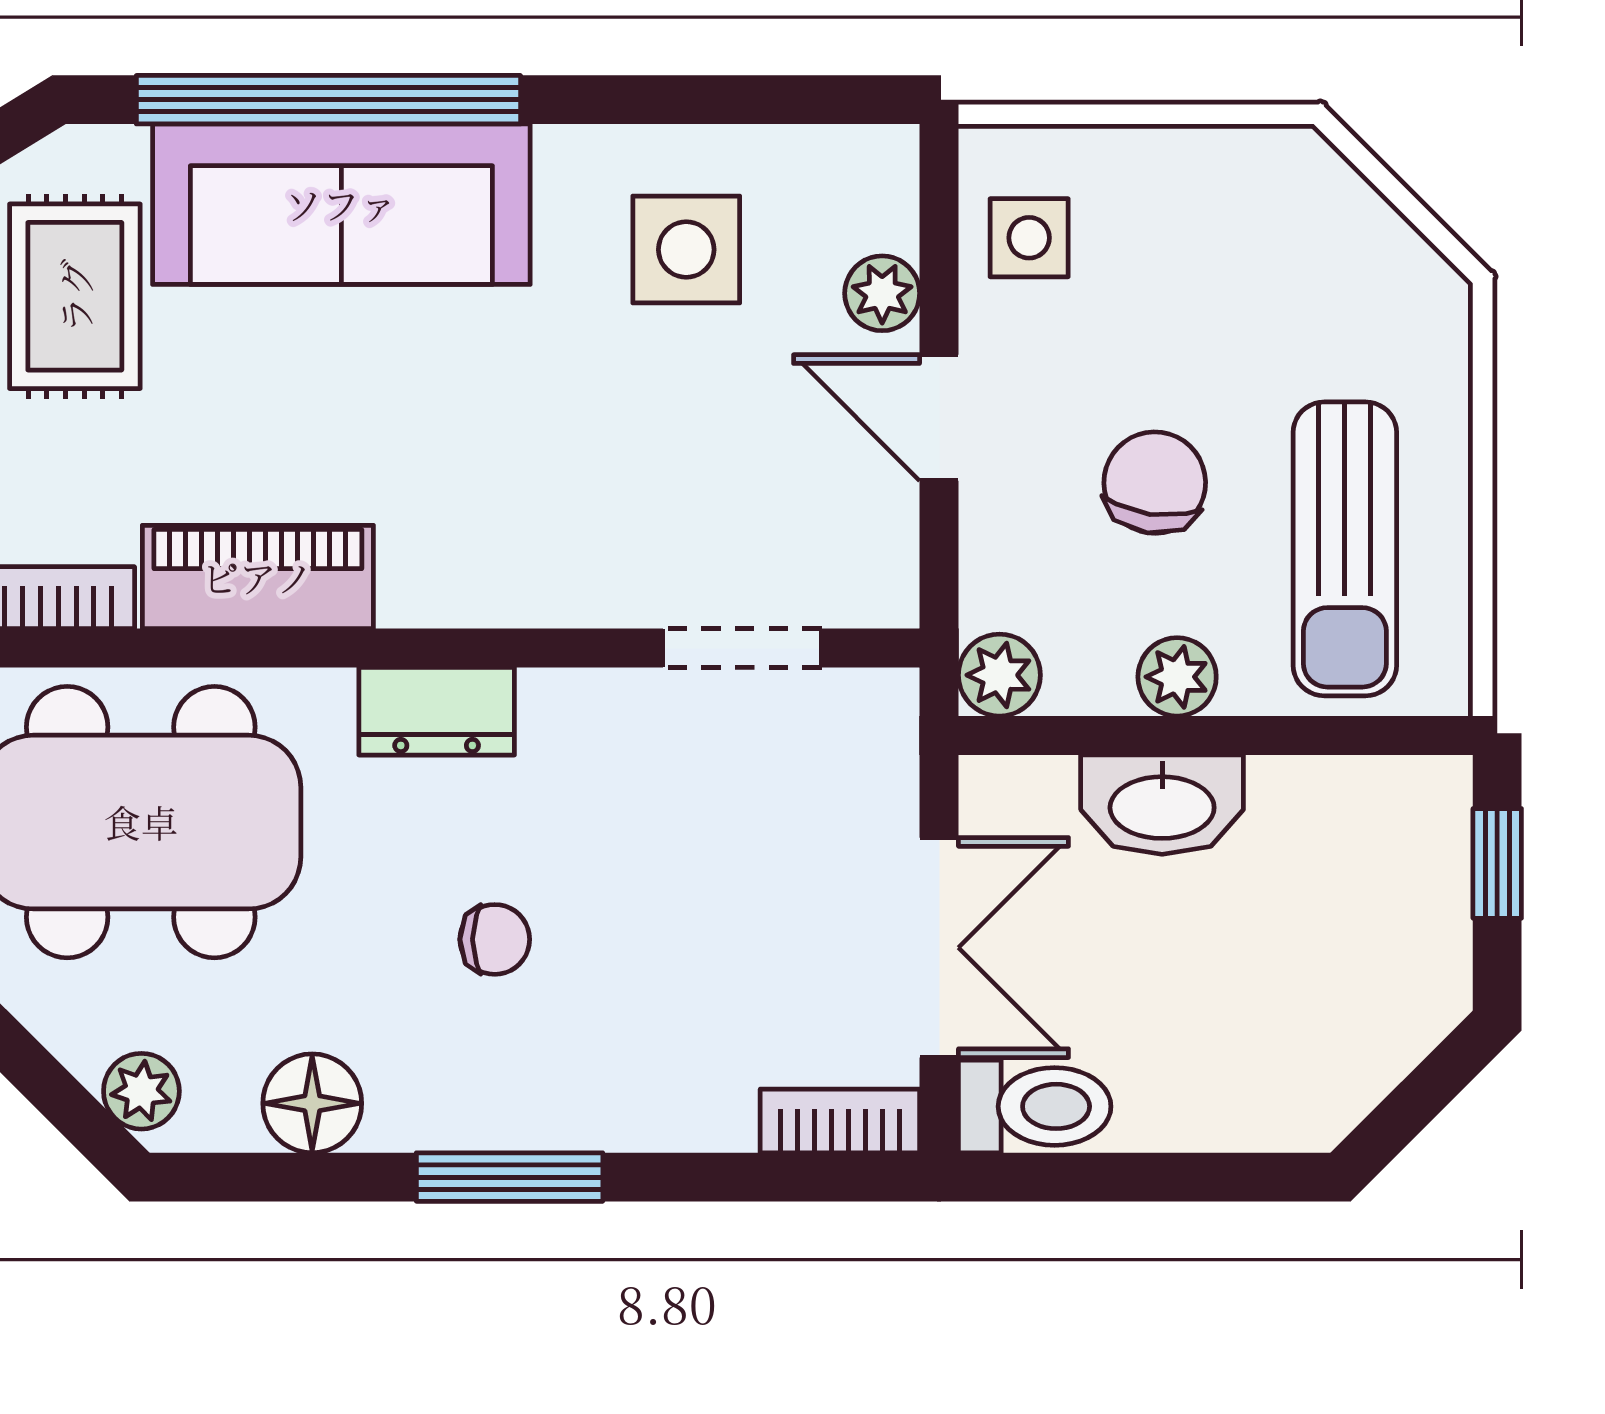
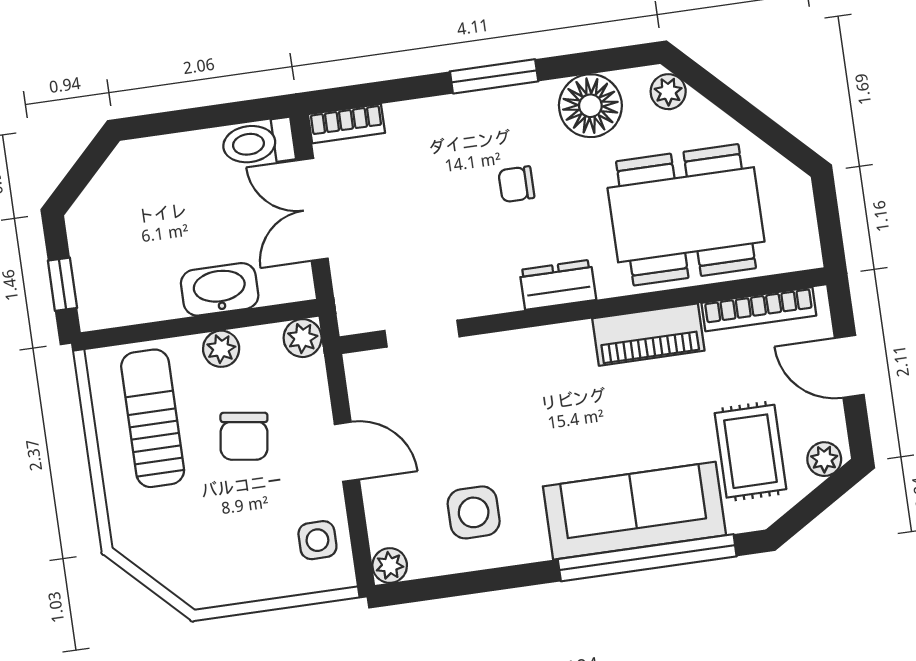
plant: (882, 293) -> (390, 566), moved
floor lamp: (312, 1103) -> (590, 106), width x1.38, depth x1.38

